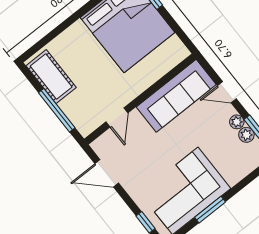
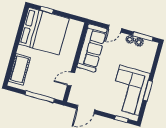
cot: (51, 77) -> (19, 69), moved, turned 90
door: (117, 117) -> (71, 79), swing flipped

